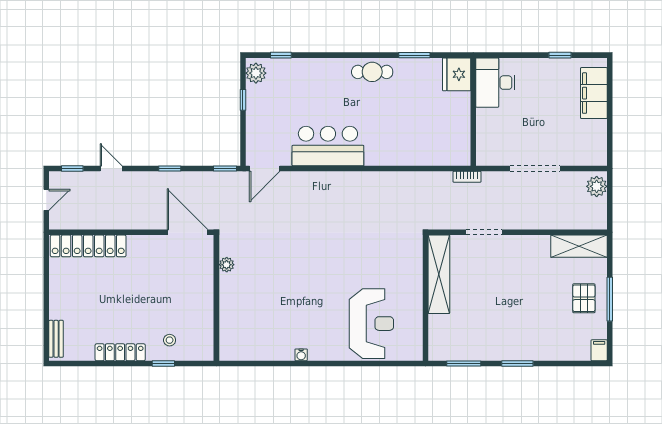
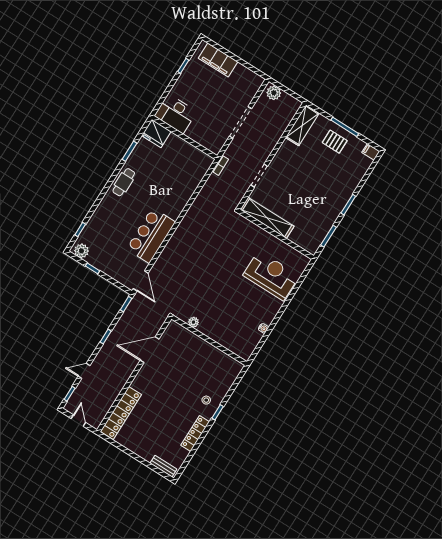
plant: (227, 265) -> (193, 322), moved
wall: (216, 298) -> (209, 340), moved

